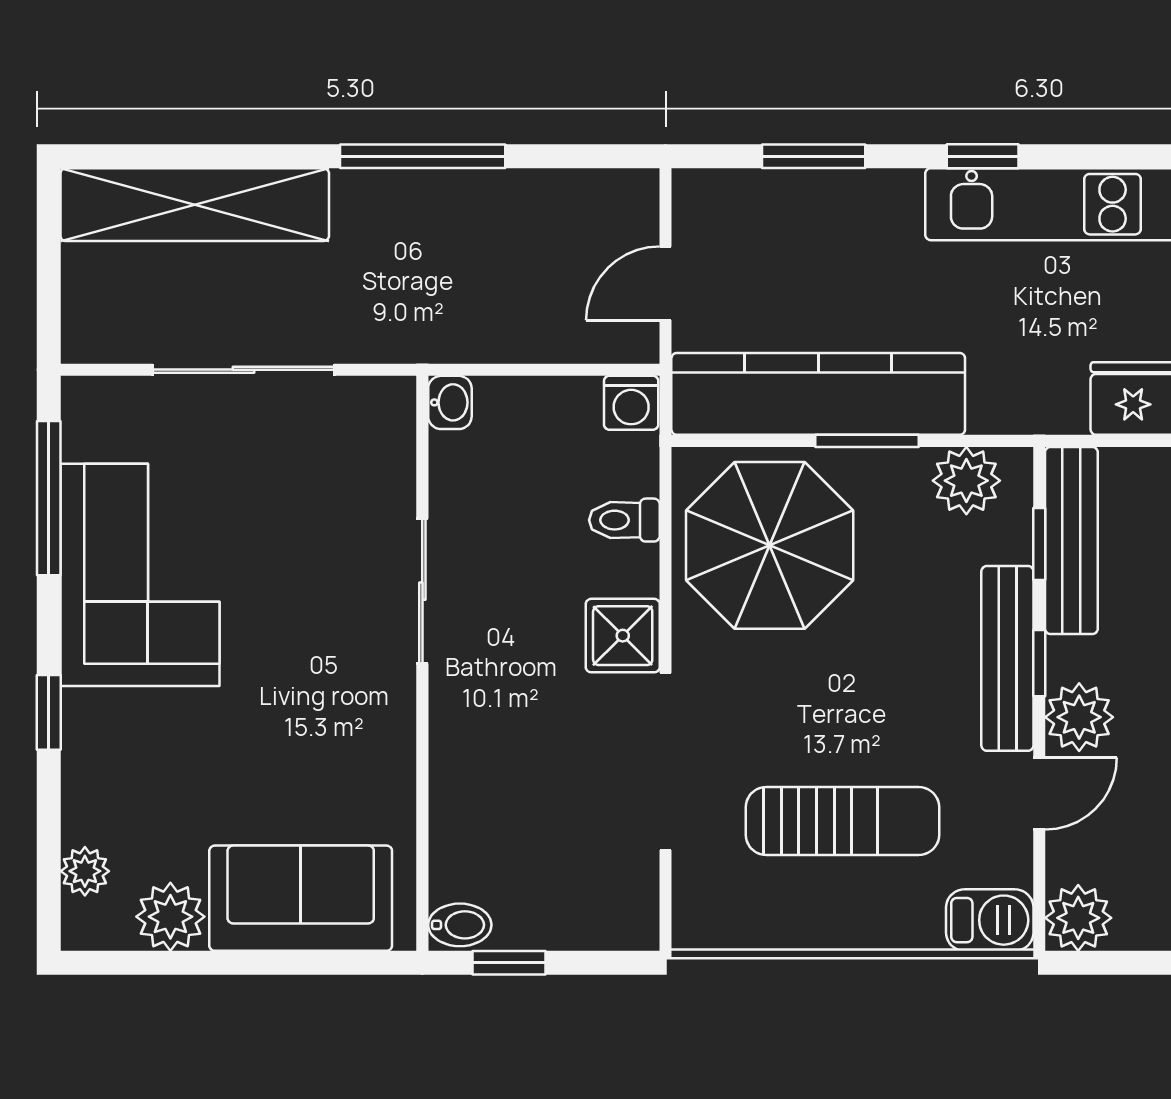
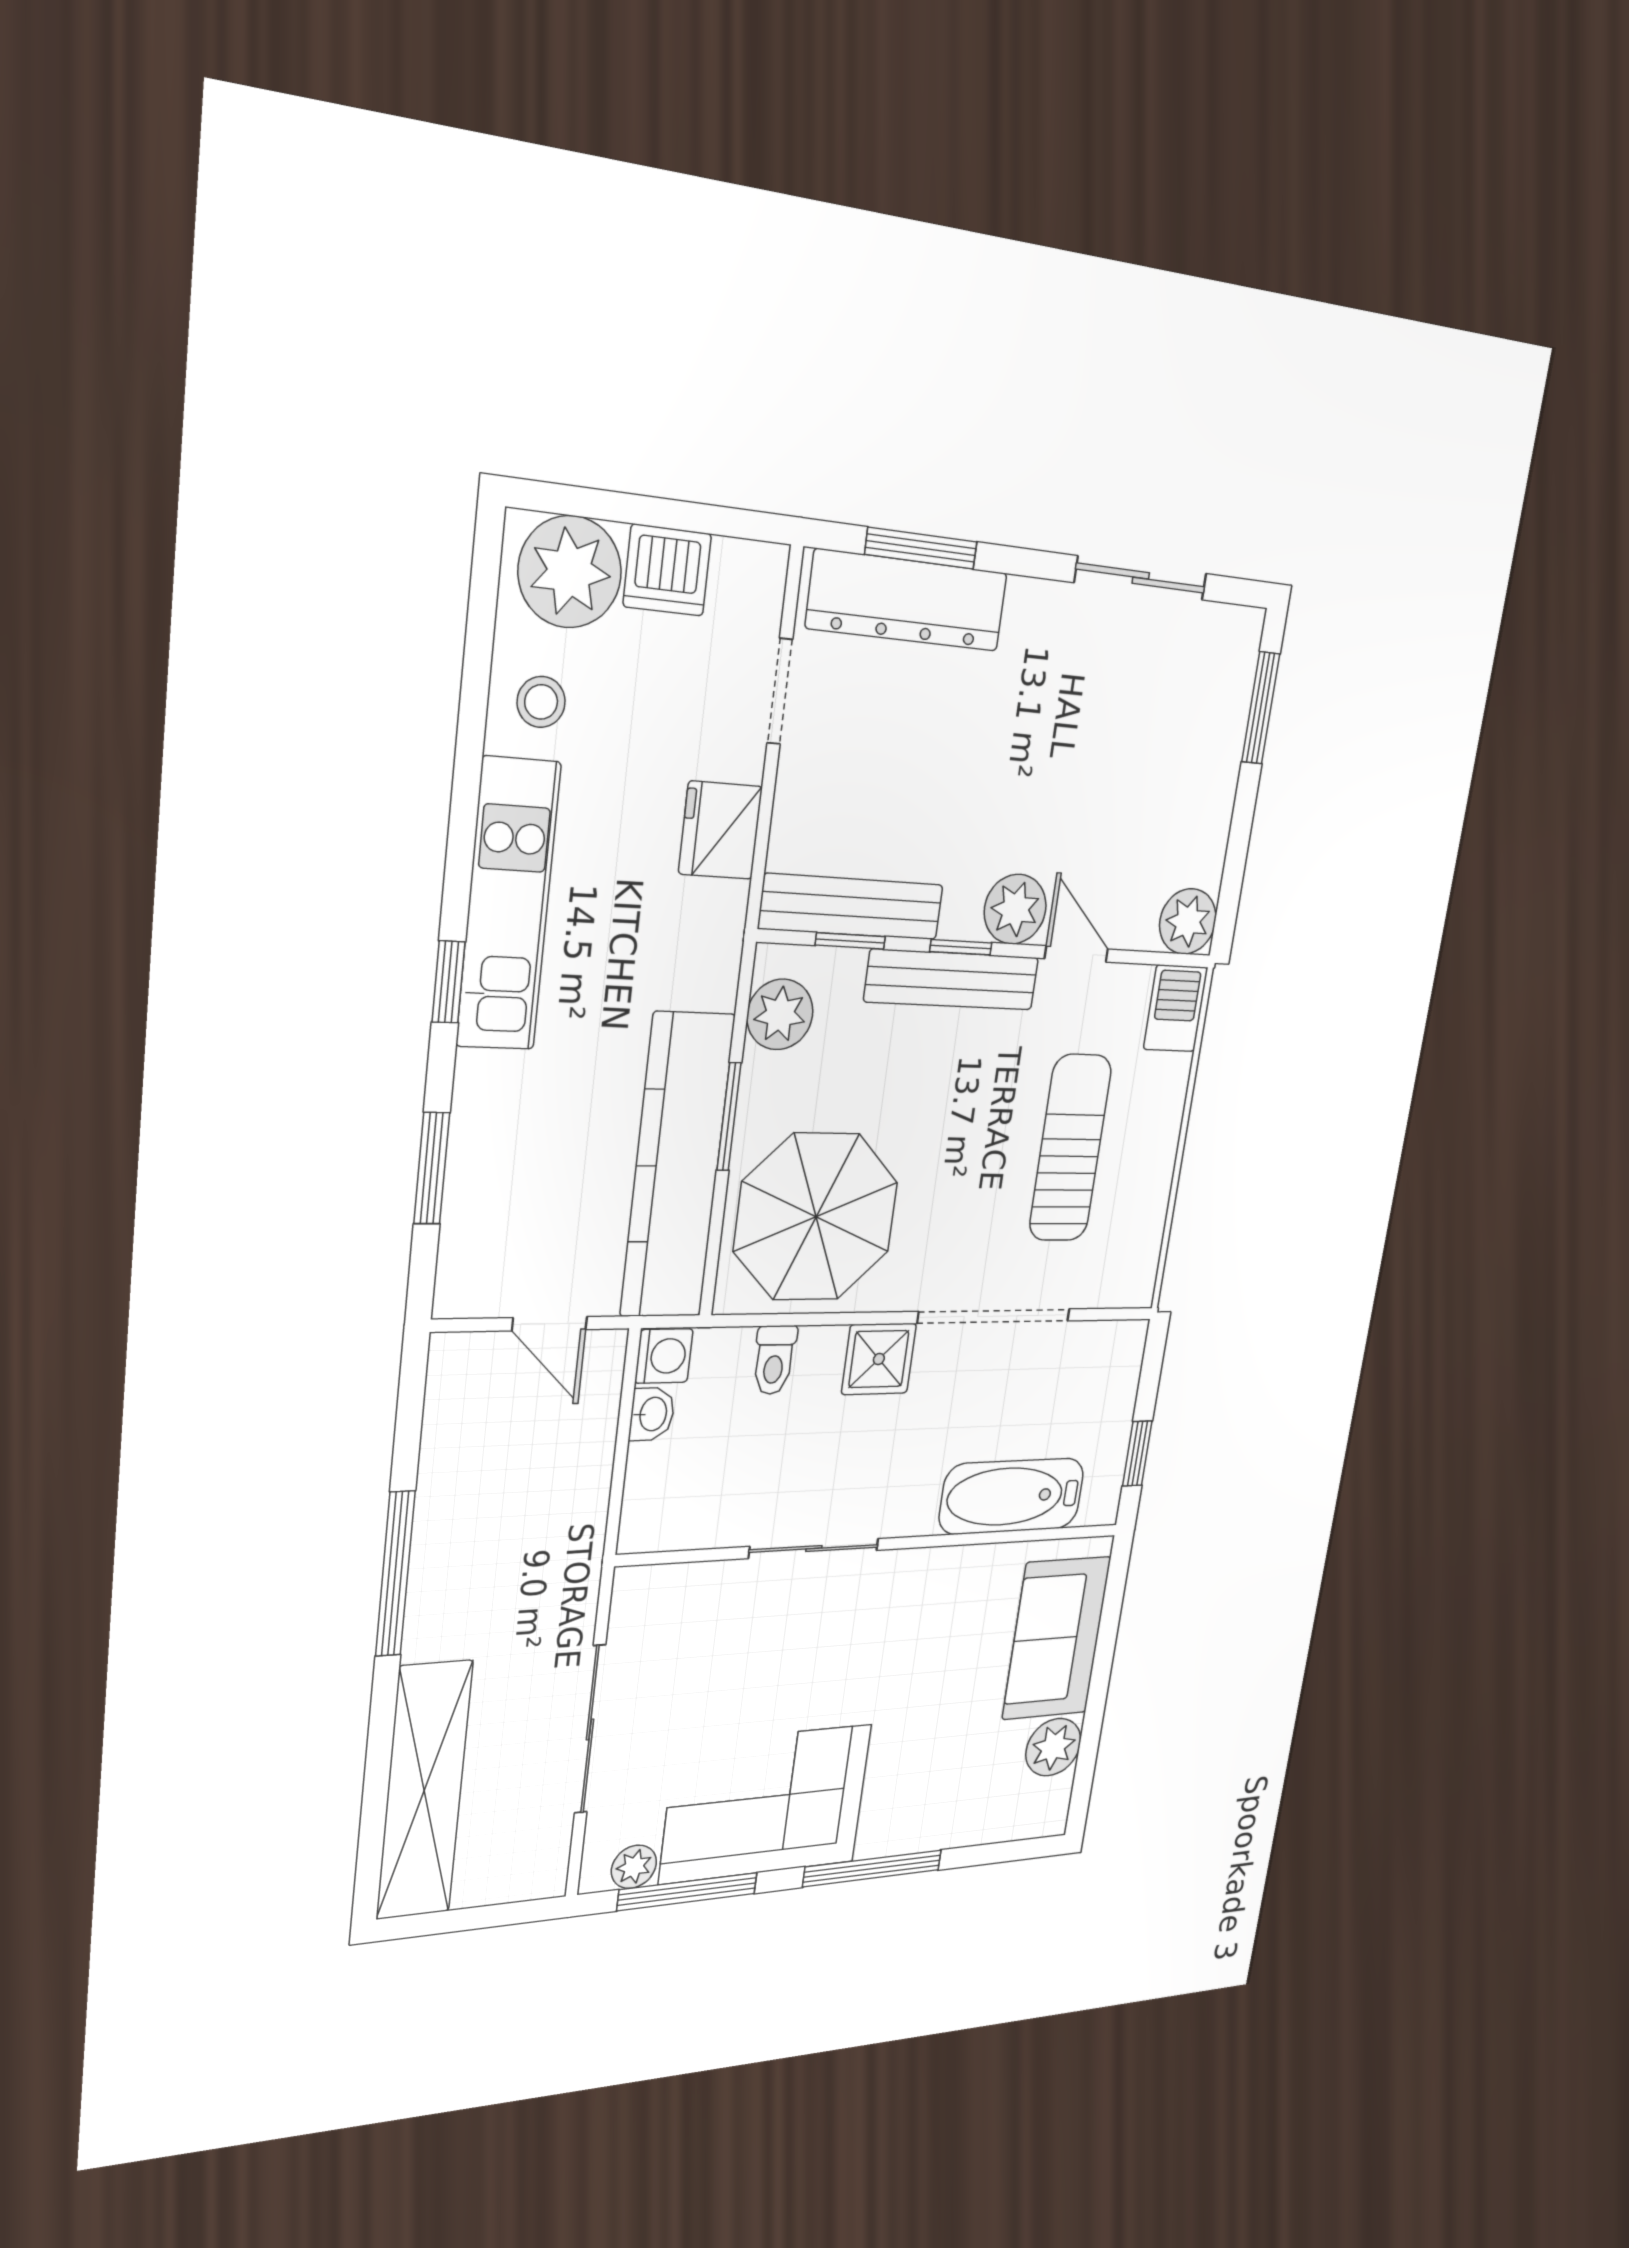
washbasin: (450, 402) -> (652, 1414), moved, turned 90
window: (49, 712) -> (872, 1868), width x2.17
bathtub: (468, 815) -> (1012, 1496), added
plant: (85, 871) -> (634, 1867), moved
bidet: (460, 925) -> (1100, 1498), removed

